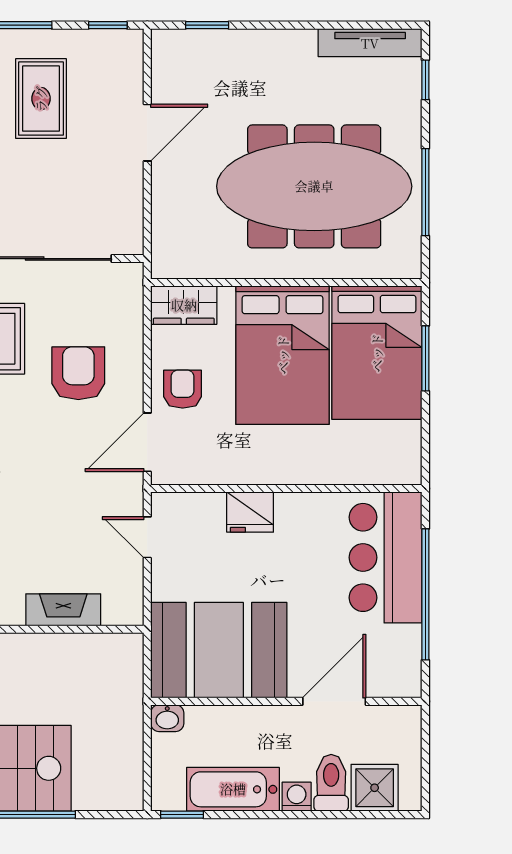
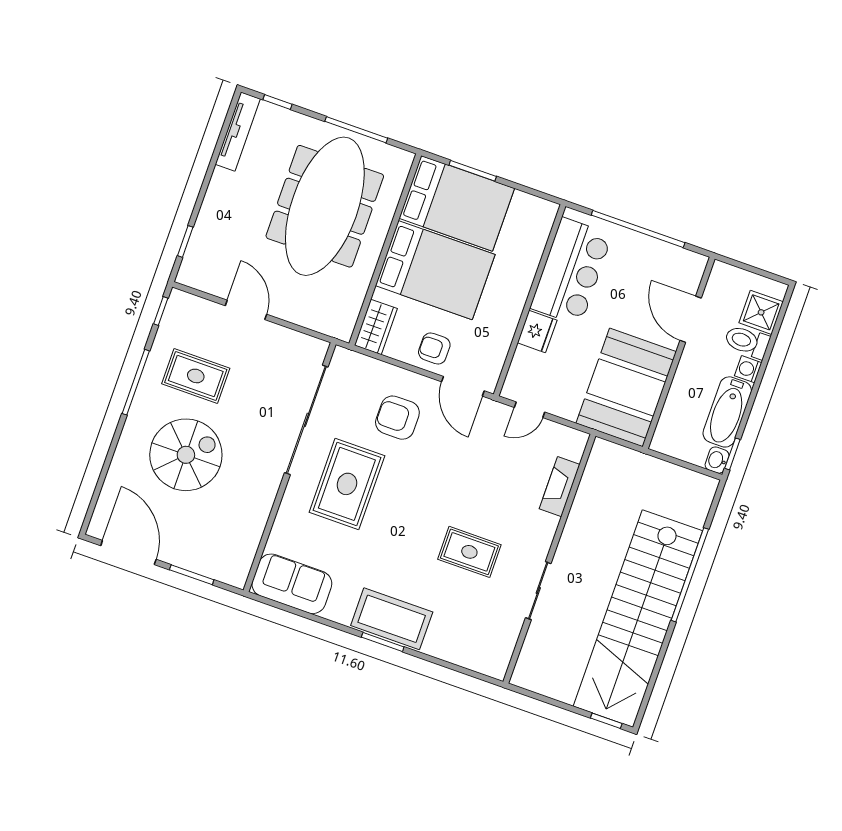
bar counter: (386, 557) -> (571, 271), moved, turned -90
washbasin: (167, 718) -> (717, 460), moved, turned 180

